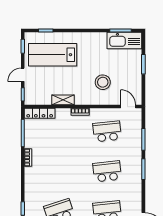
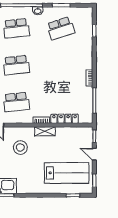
door: (23, 75) -> (94, 154), swing flipped
shelving: (63, 100) -> (45, 131), moved
locker: (40, 113) -> (65, 119), moved

